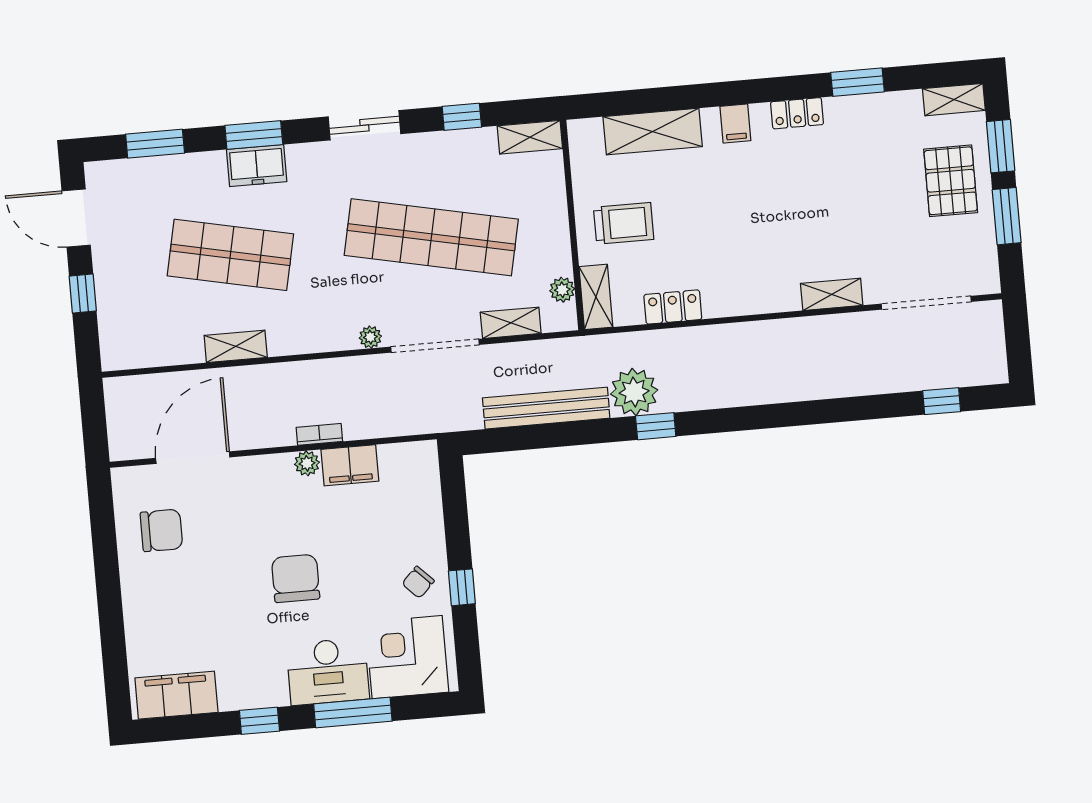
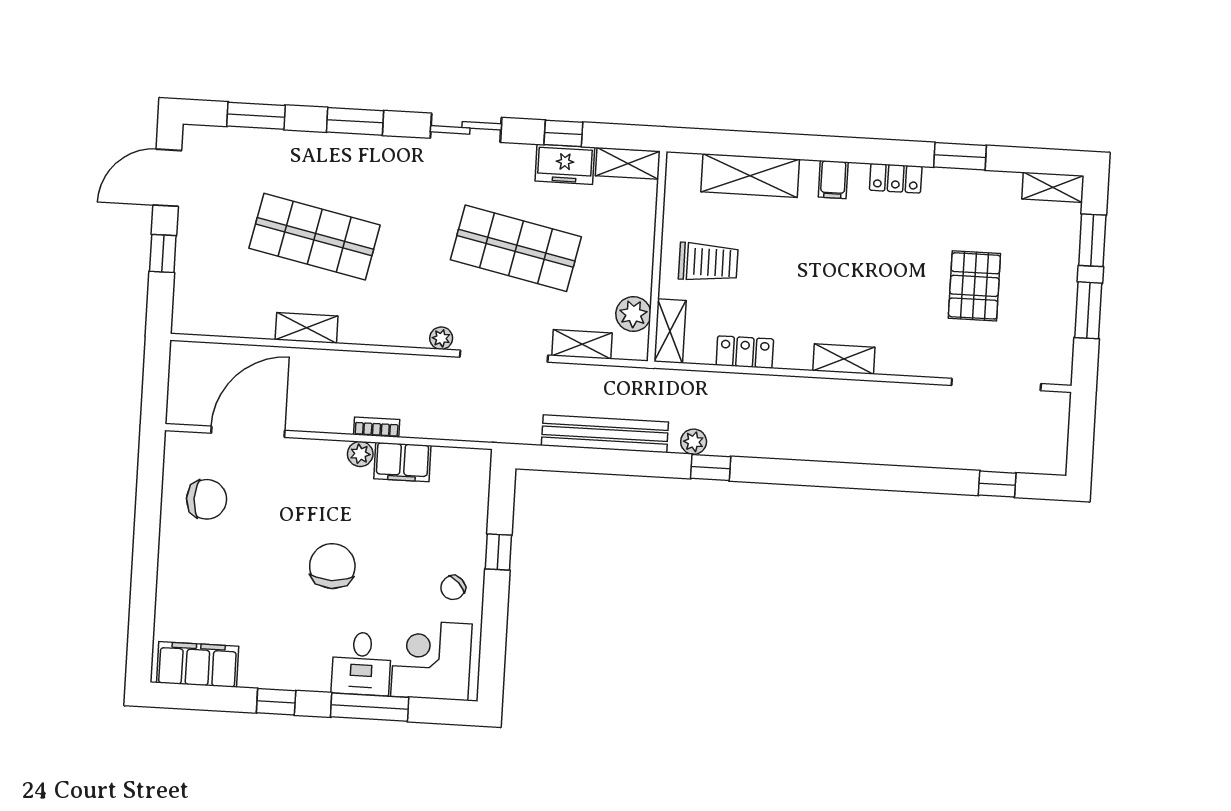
freezer: (257, 166) -> (565, 164), moved
pallet: (951, 181) -> (974, 286), moved
door: (76, 218) -> (167, 178), hinge flipped
shop shelf: (431, 237) -> (516, 248), width x0.71
plant: (562, 290) -> (633, 314), width x1.38, depth x1.38
shelving: (832, 294) -> (844, 359), moved
plant: (634, 392) -> (694, 442), width x0.53, depth x0.53
window: (462, 587) -> (498, 552), moved
desk: (328, 672) -> (361, 664), width x0.73

